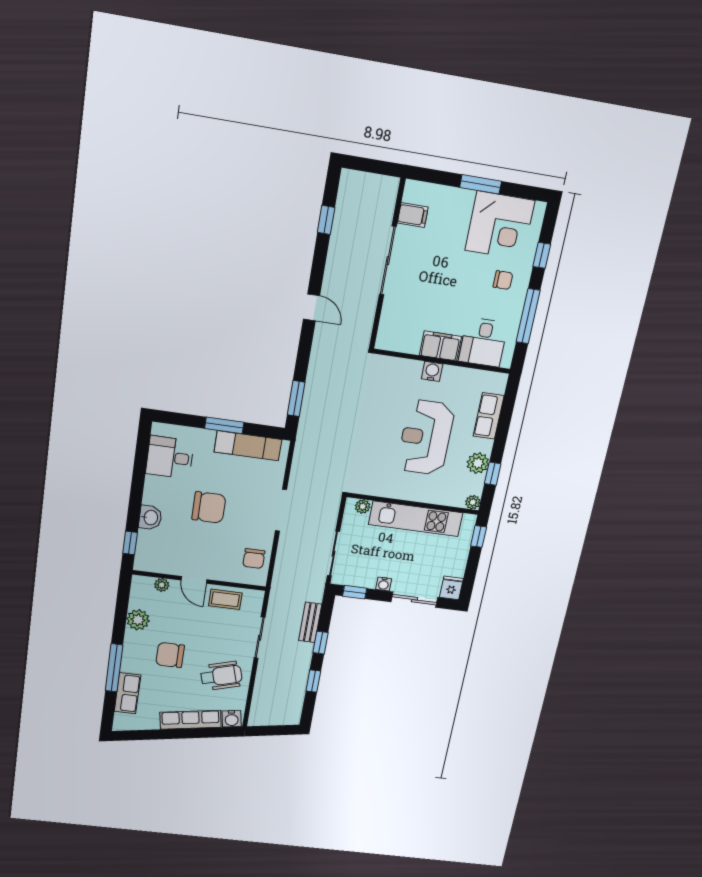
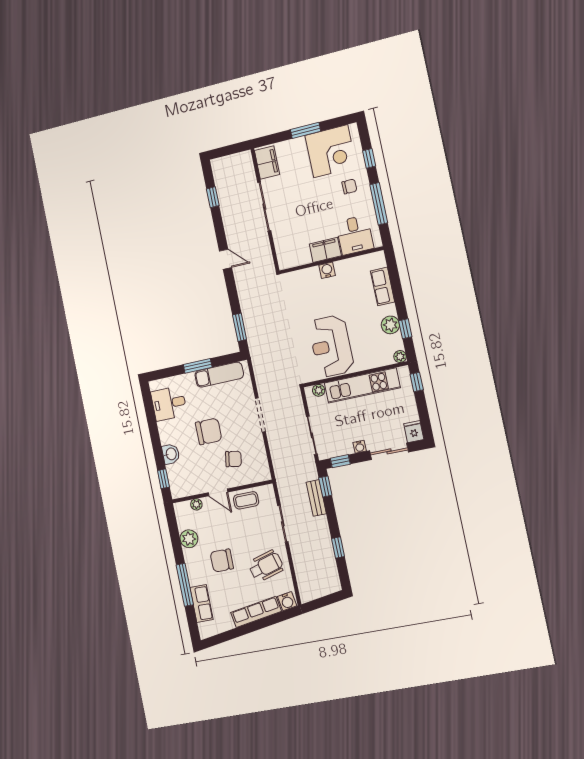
filing cabinet: (413, 215) -> (267, 162), width x2.00
reception desk: (426, 437) -> (331, 346), moved
chair: (254, 559) -> (233, 459), moved, turned -80
window: (321, 643) -> (325, 487), moved

